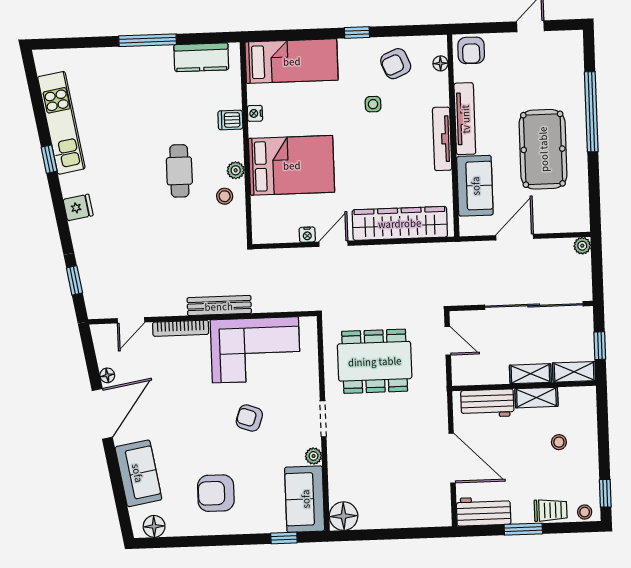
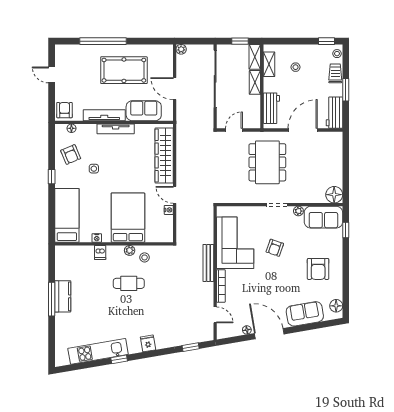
armchair: (471, 50) -> (64, 110), turned -90
kitchen counter: (201, 57) -> (63, 296), moved
dining table: (375, 361) -> (267, 162), moved
shelving: (536, 398) -> (269, 64), moved

